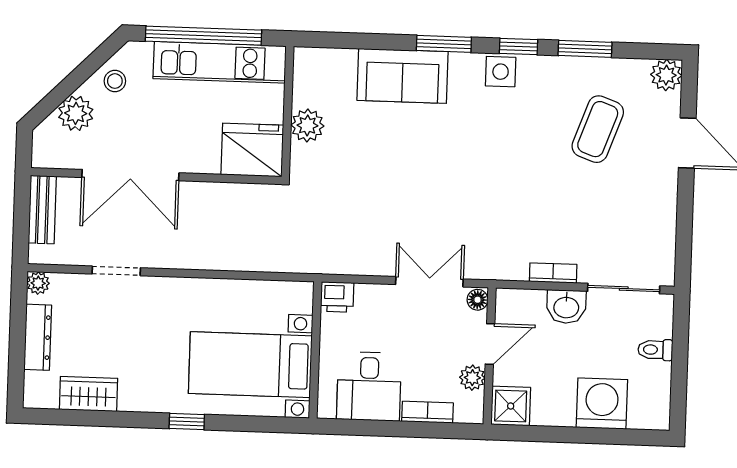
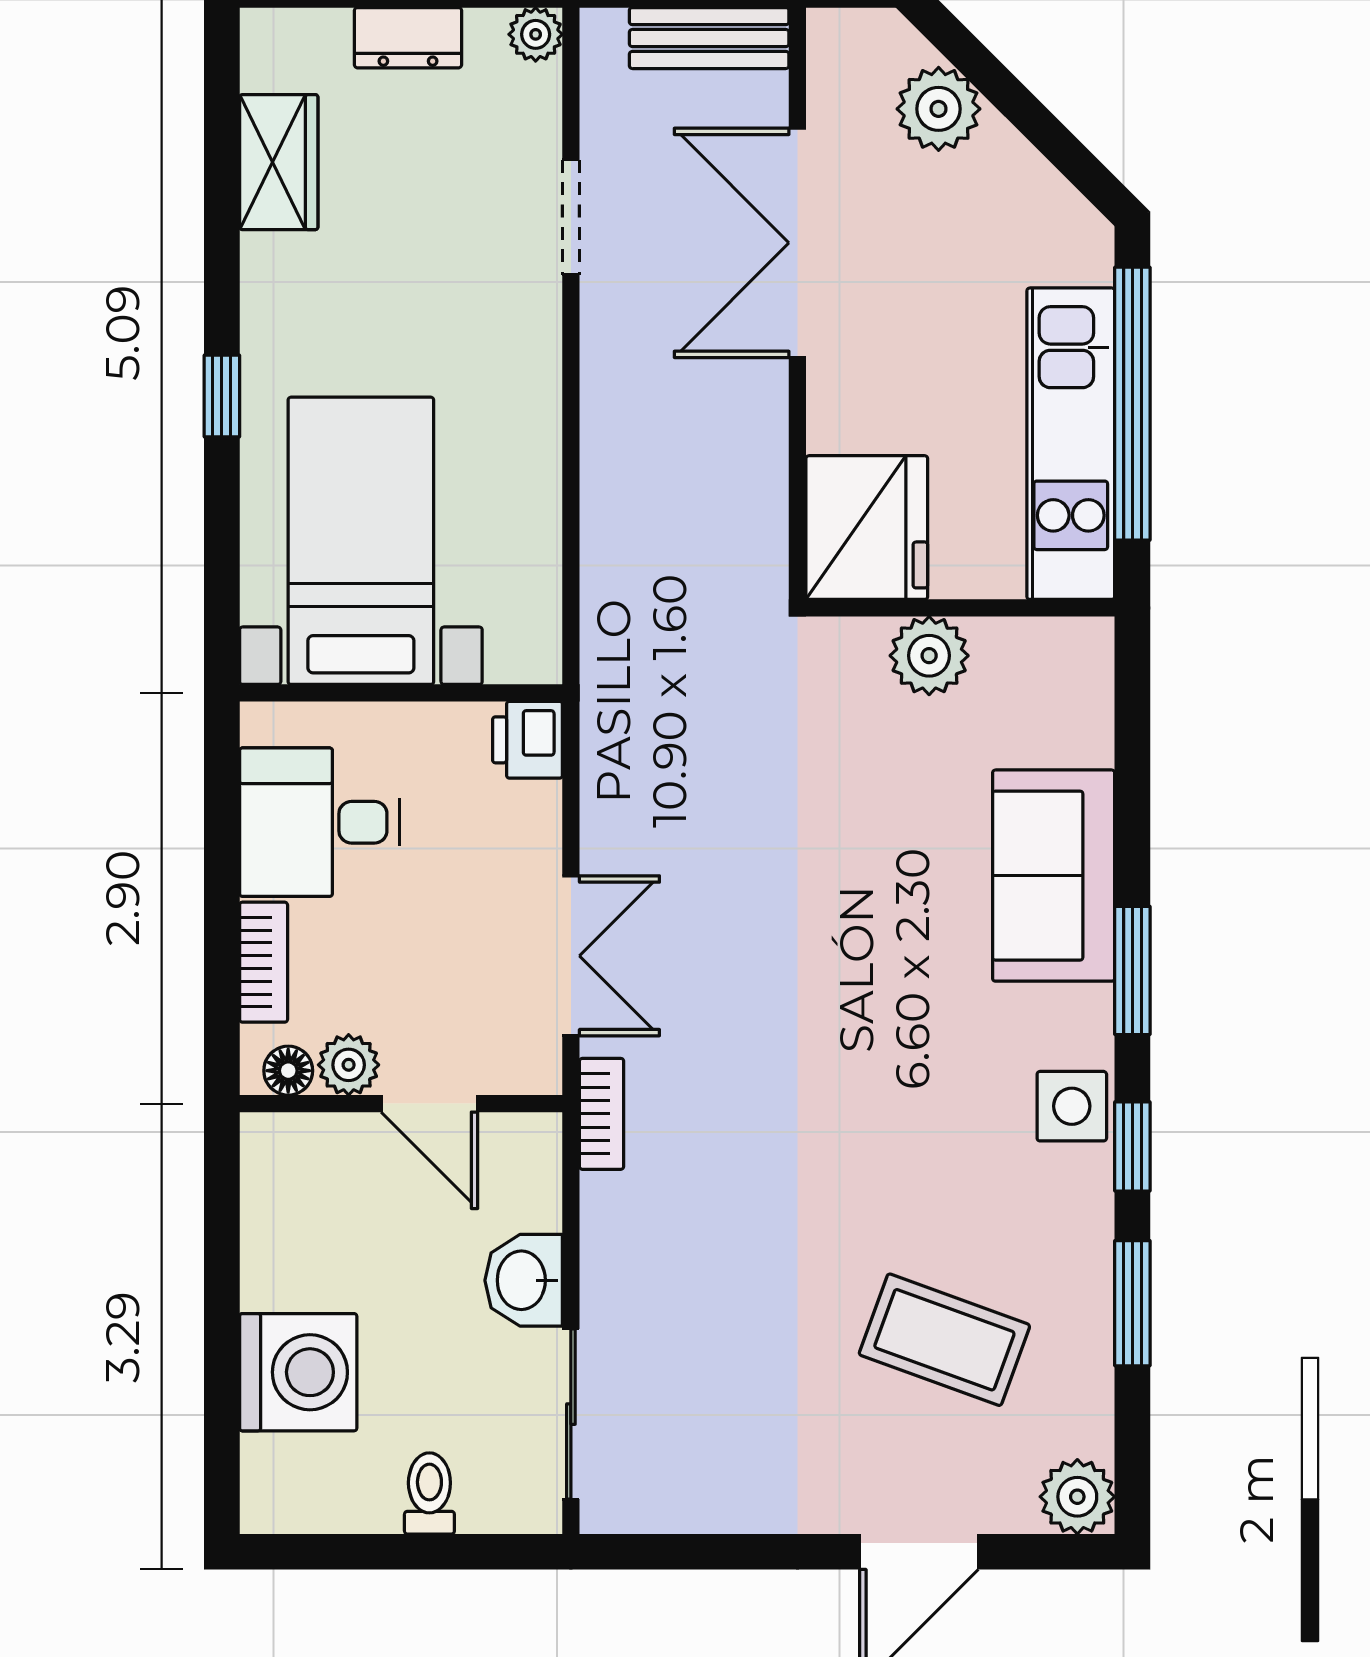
stool: (115, 81) -> (1018, 198), removed
bookcase: (553, 273) -> (602, 1114), moved
floor lamp: (477, 300) -> (288, 1071), moved
dresser: (38, 337) -> (408, 38), width x0.70
shower: (511, 406) -> (285, 1157), removed

